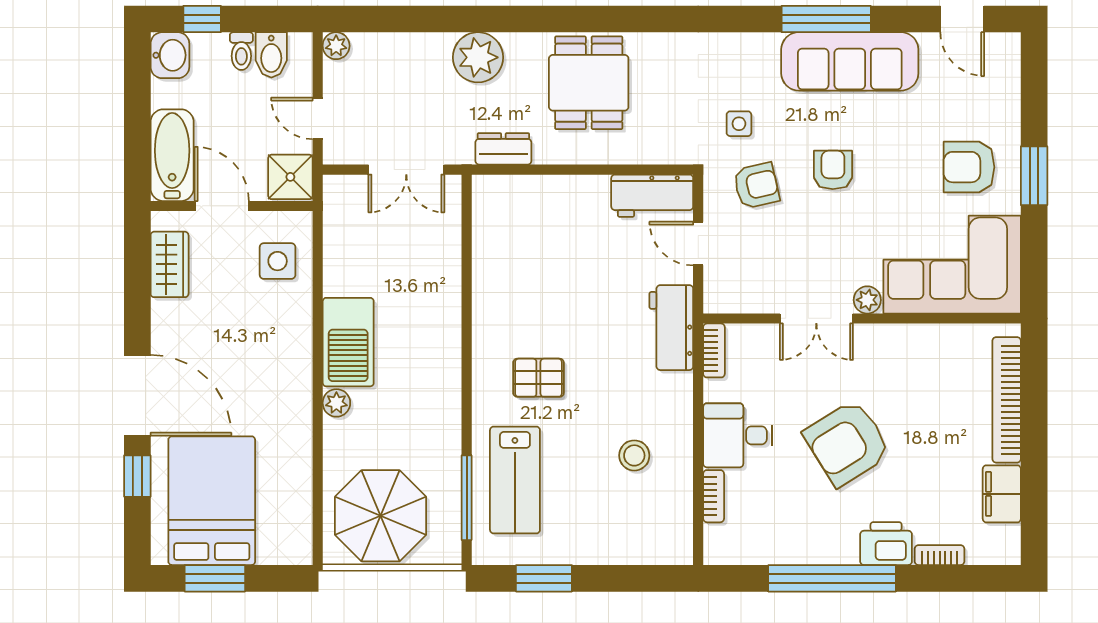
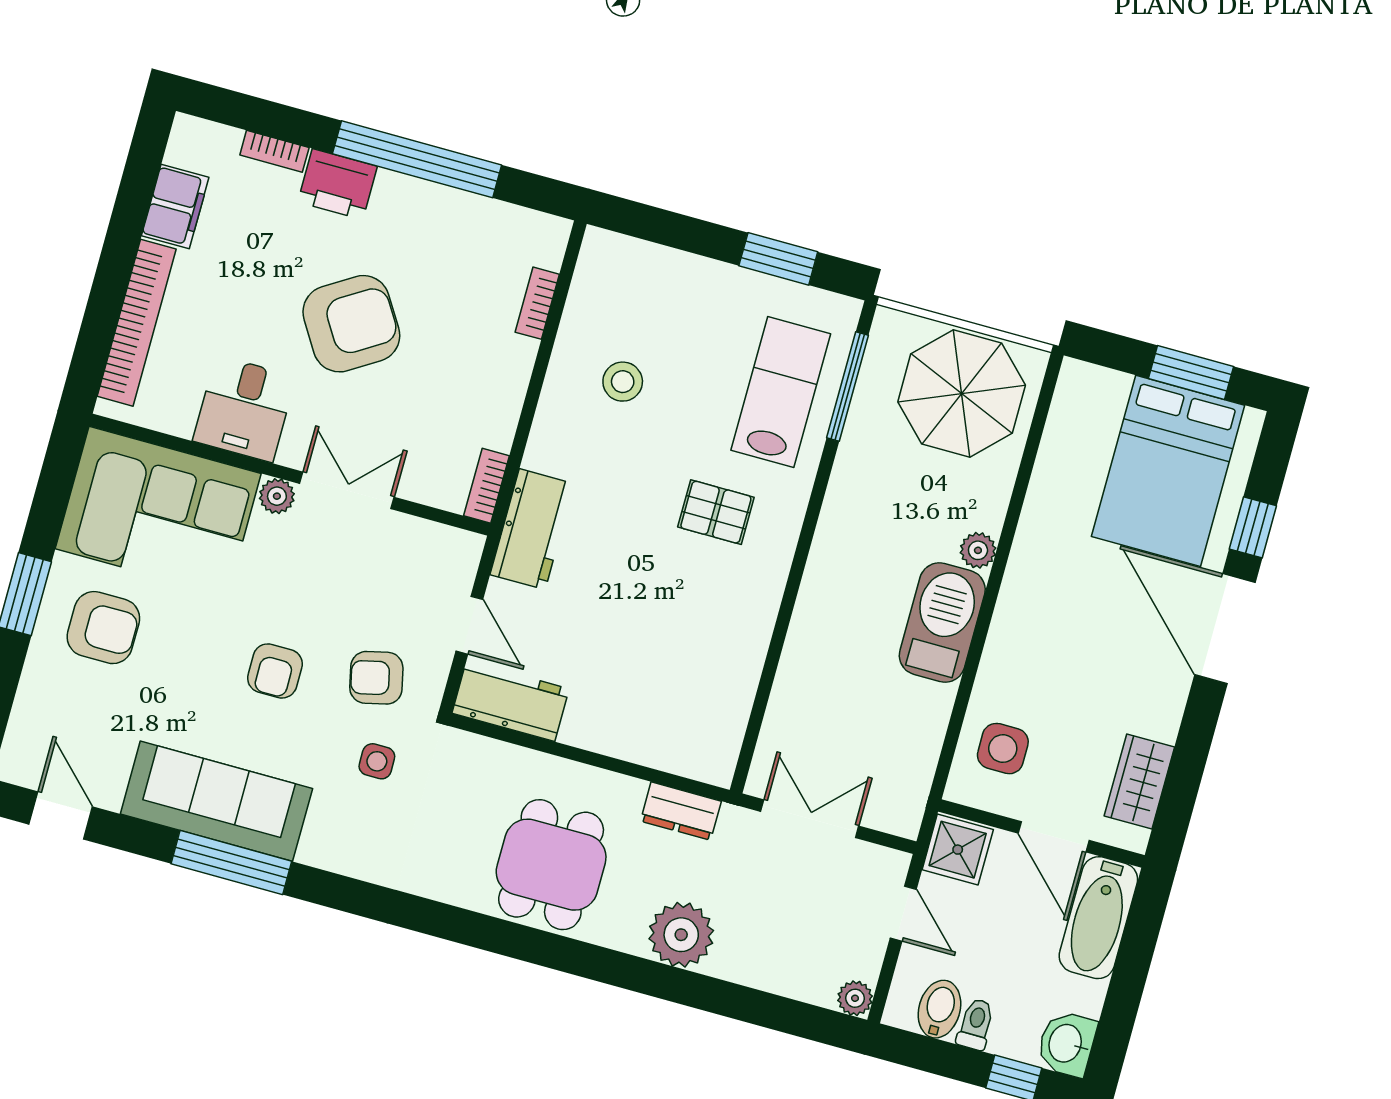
desk: (738, 435) -> (244, 409), moved, turned 90

